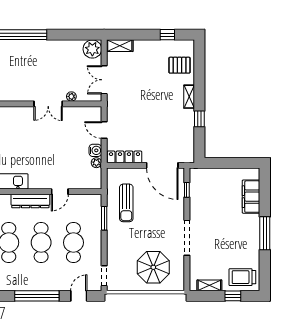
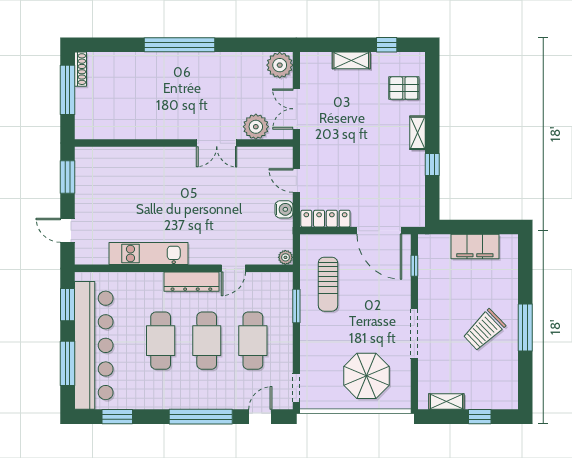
shelving: (120, 46) -> (351, 60), moved
plant: (71, 96) -> (256, 127), width x1.88, depth x1.88
plant: (96, 163) -> (285, 257), moved
filing cabinet: (251, 197) -> (475, 247), moved, turned -90
trolley: (242, 277) -> (484, 330), moved, turned -44

